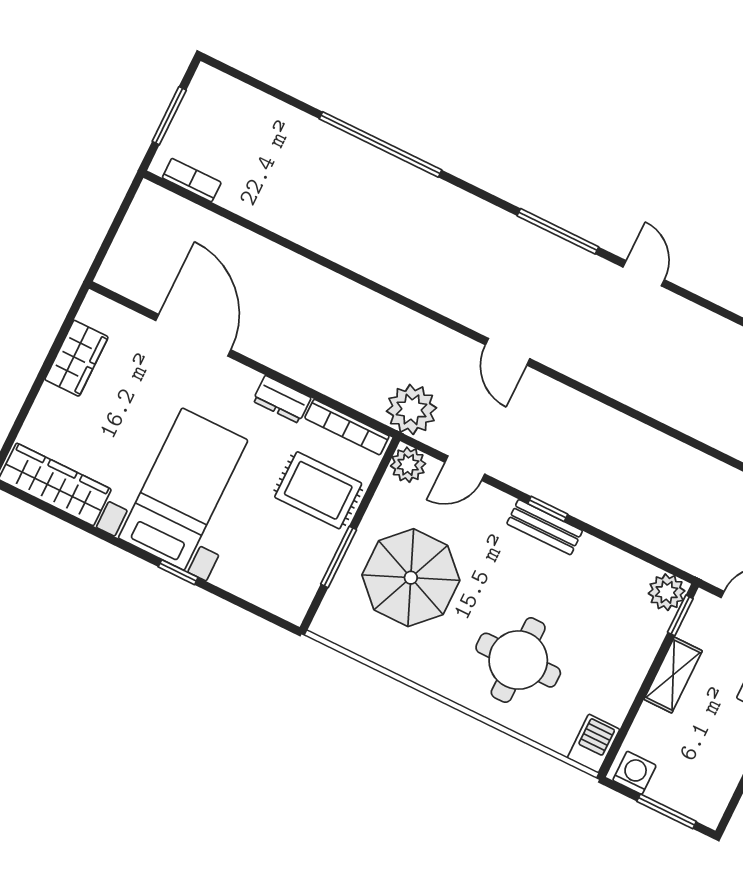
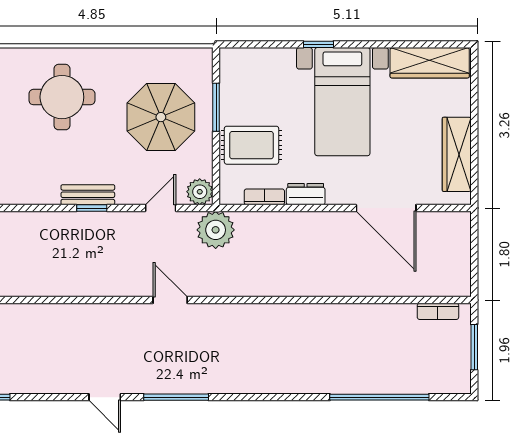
window: (381, 144) -> (379, 397), moved
wardrobe: (76, 358) -> (457, 154), width x1.50
bookcase: (347, 427) -> (264, 197), width x0.64

